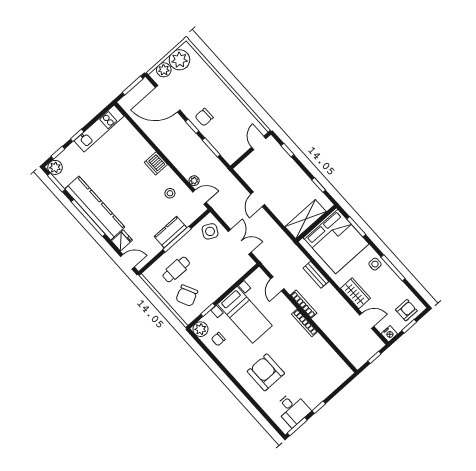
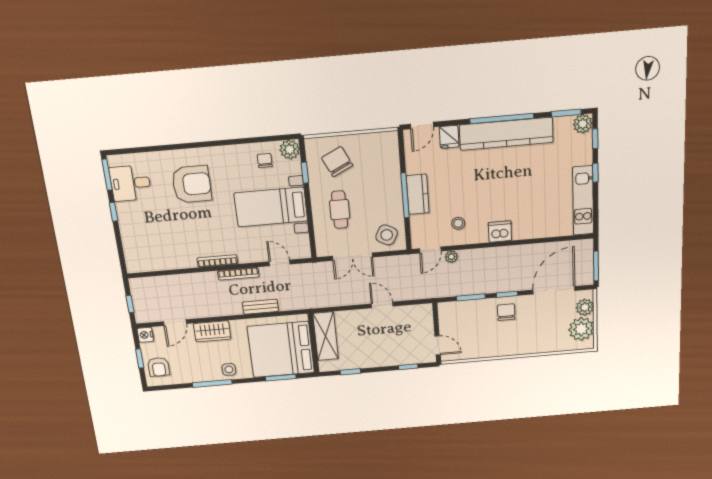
cafe table: (176, 269) -> (340, 210), moved

